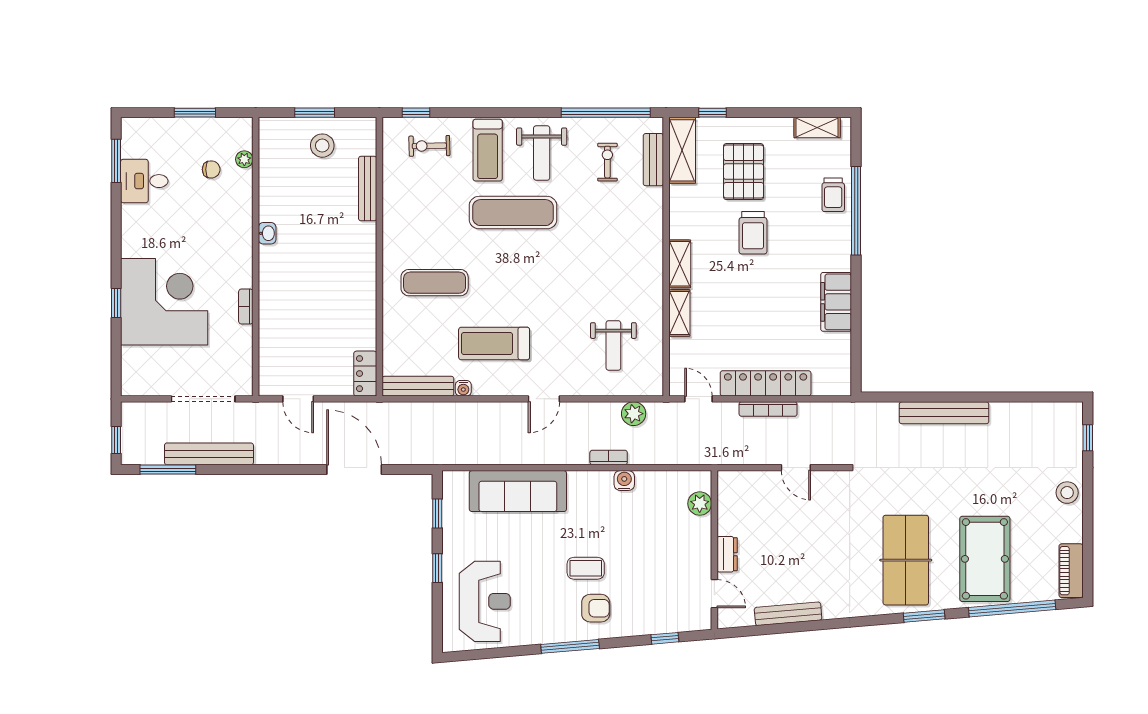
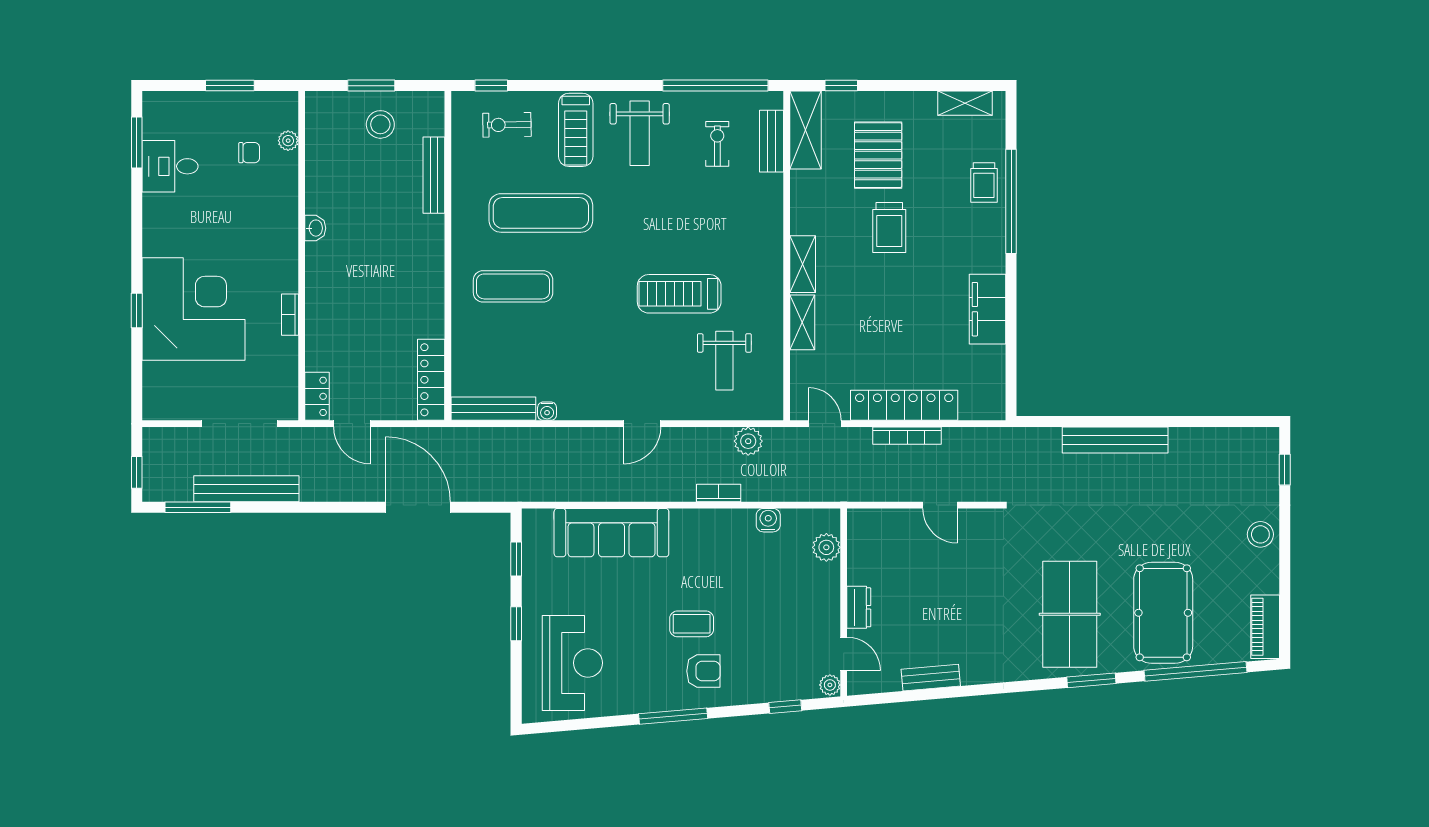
exercise mat: (513, 213) -> (541, 213), moved
treadmill: (494, 343) -> (679, 294), moved
locker: (365, 374) -> (431, 380), width x1.53
locker: (269, 376) -> (317, 396), added
water cooler: (624, 481) -> (768, 520), moved
bench: (788, 614) -> (931, 678), width x0.73
plant: (703, 620) -> (830, 685), added

